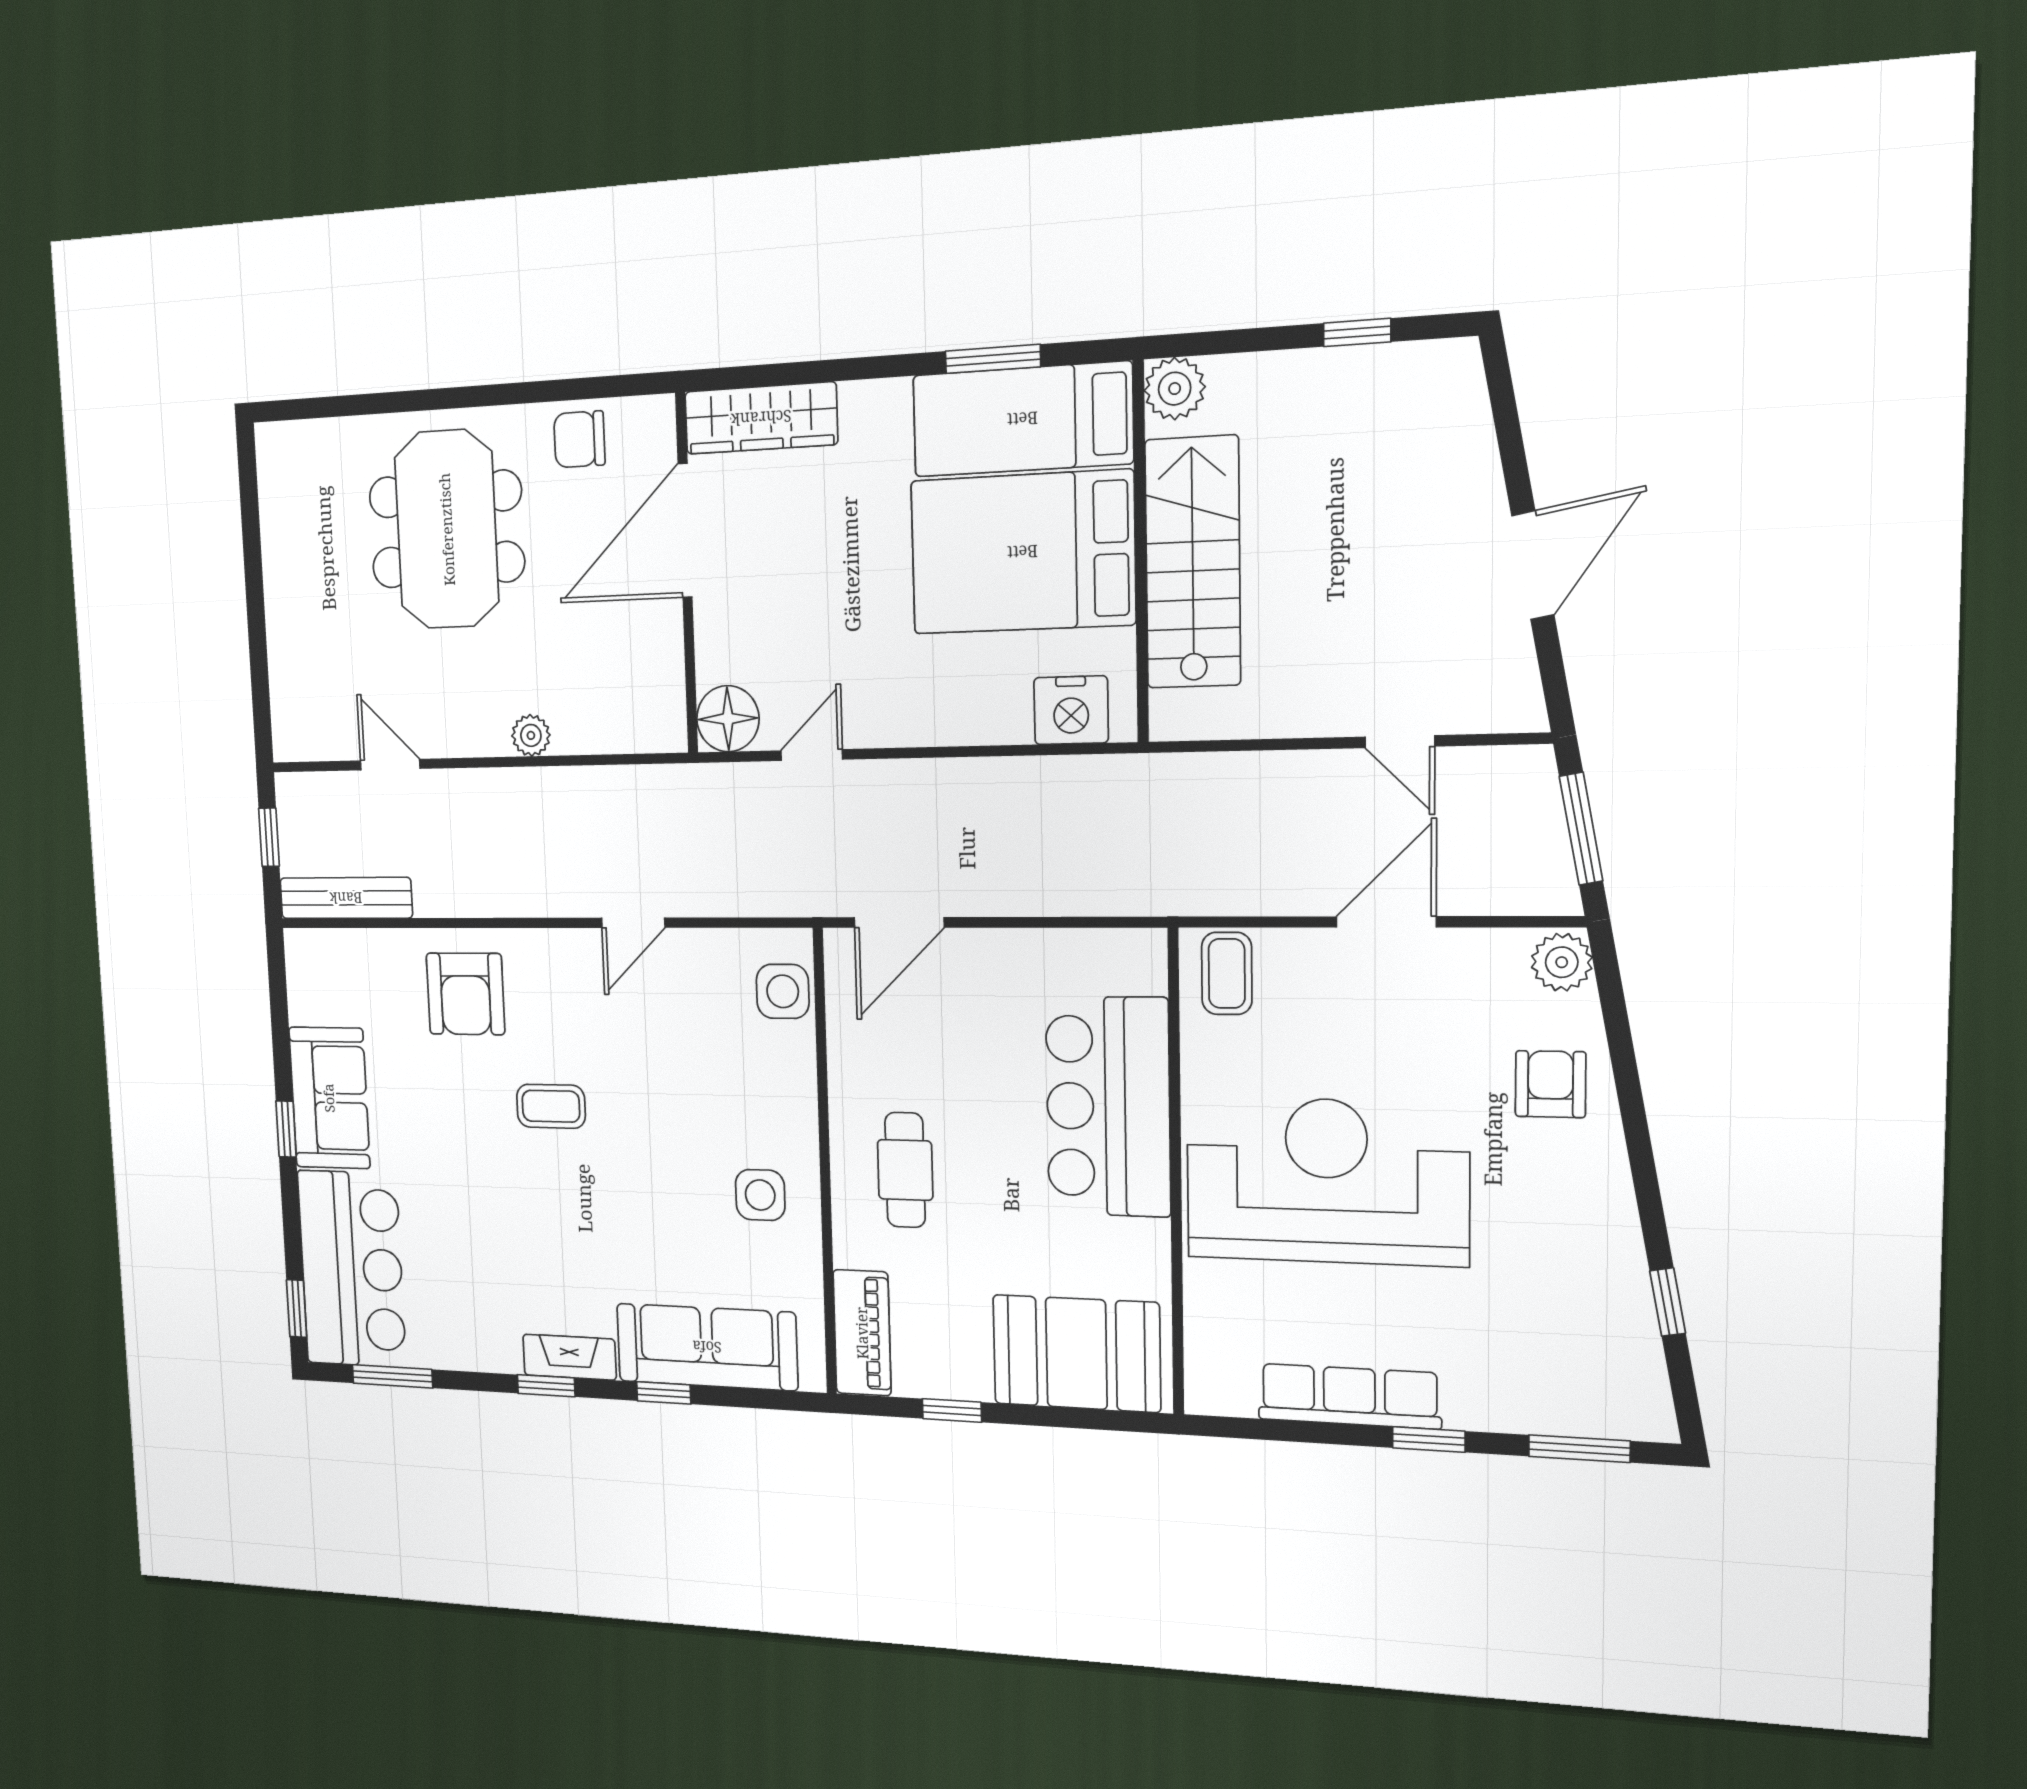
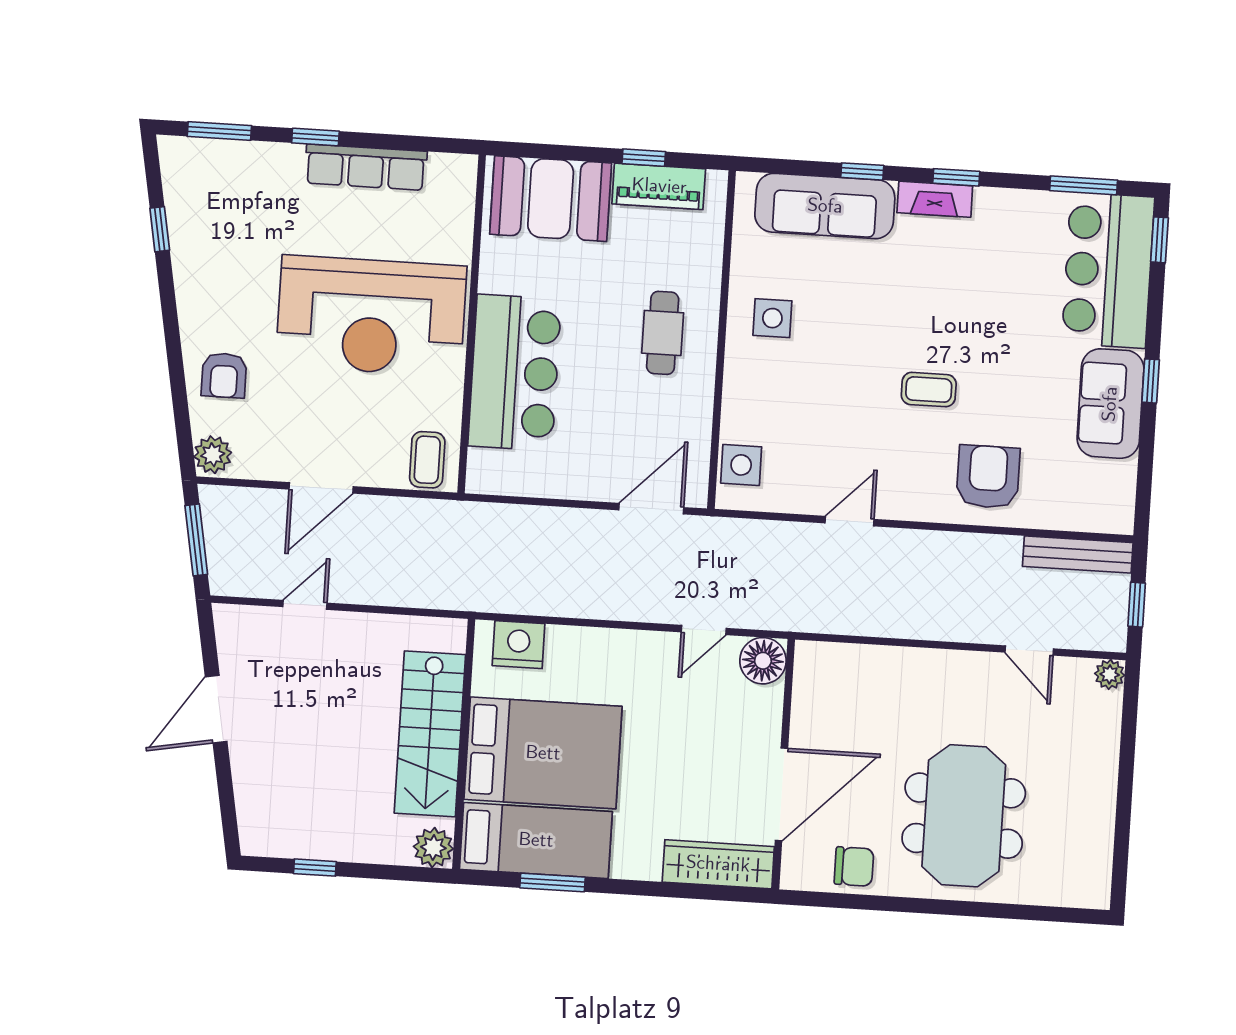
plant: (531, 735) -> (1110, 674), moved
door: (1400, 742) -> (305, 605), hinge flipped
piano: (862, 1333) -> (659, 186), moved, turned -90

